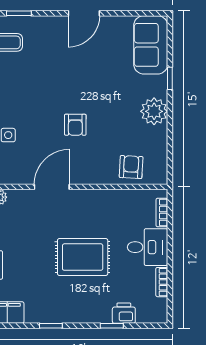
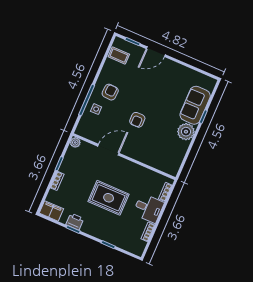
door: (84, 13) -> (156, 52), moved
sofa: (151, 45) -> (195, 105), moved
armchair: (131, 167) -> (110, 92), moved
printer: (124, 313) -> (75, 222), moved

